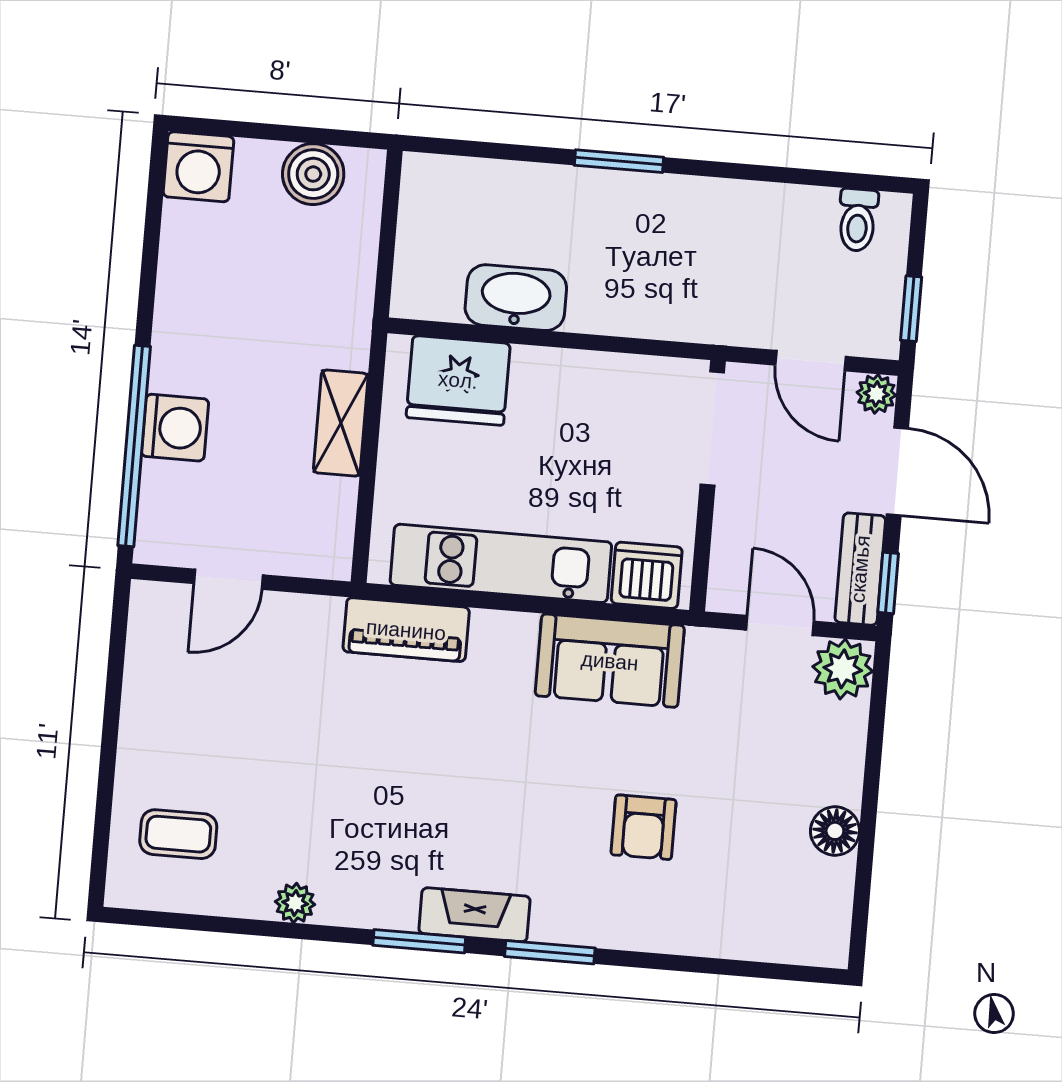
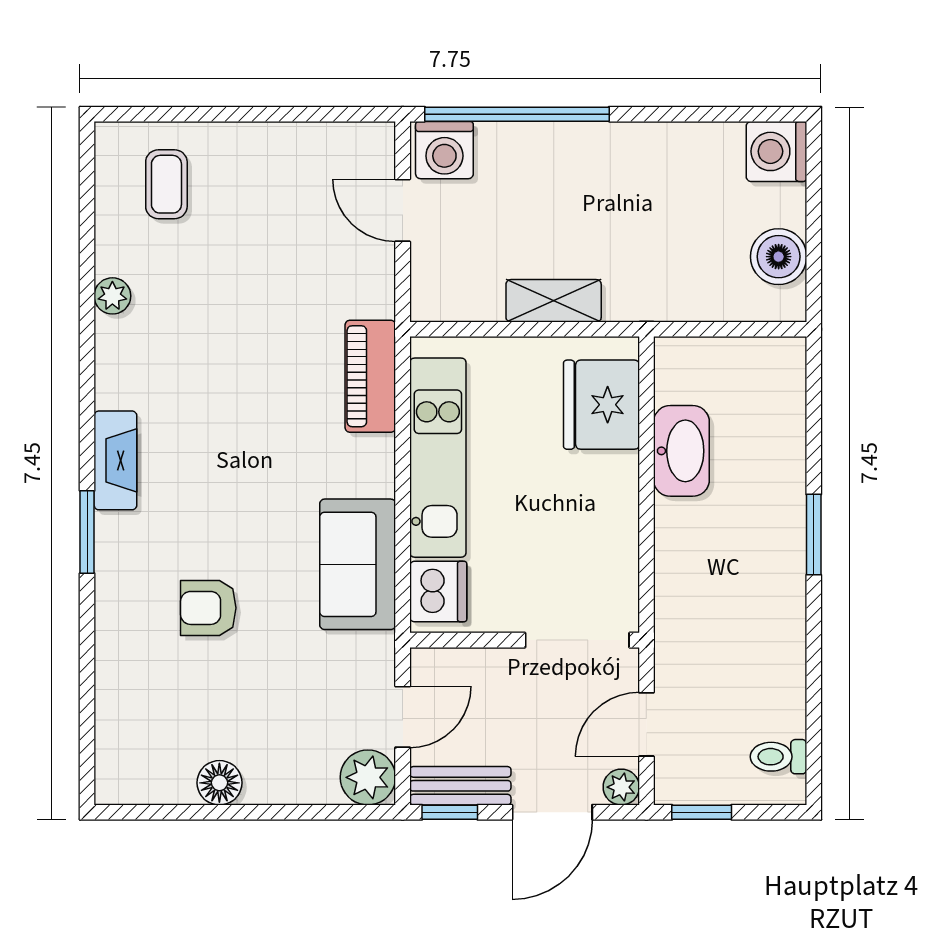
washing machine: (175, 428) -> (444, 150), moved
window: (419, 941) -> (87, 412), removed

